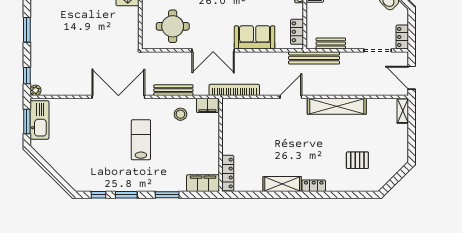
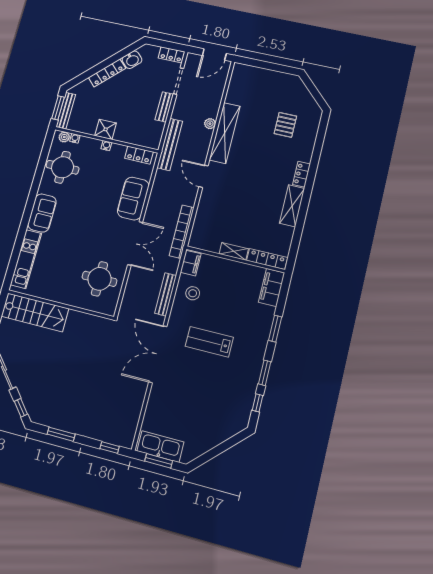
bench: (331, 43) -> (164, 107), moved
plant: (36, 90) -> (210, 124), moved
shelving: (403, 111) -> (234, 251), moved

